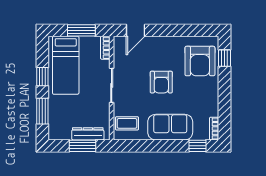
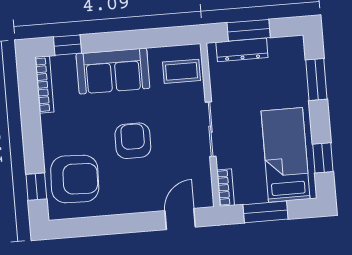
armchair: (200, 61) -> (75, 179), turned 92
window: (42, 77) -> (323, 158), moved
bookcase: (214, 129) -> (44, 85), width x1.56

